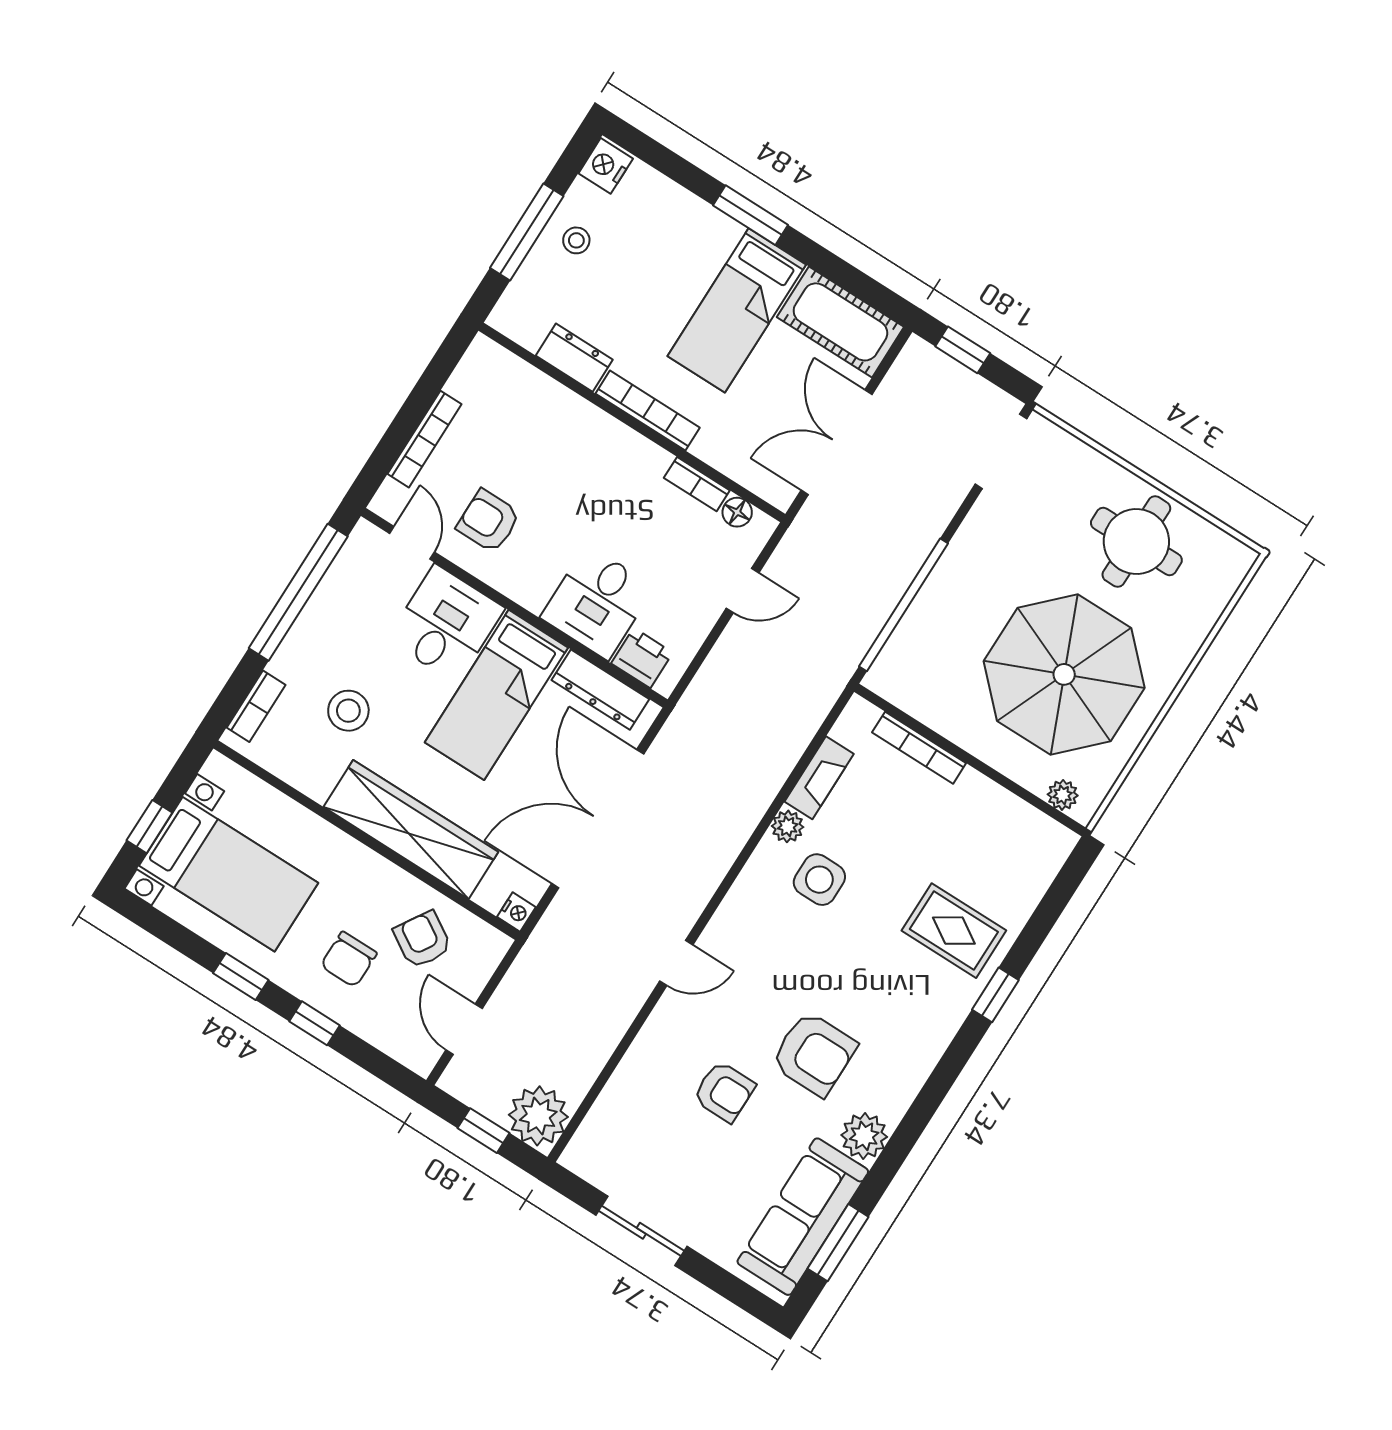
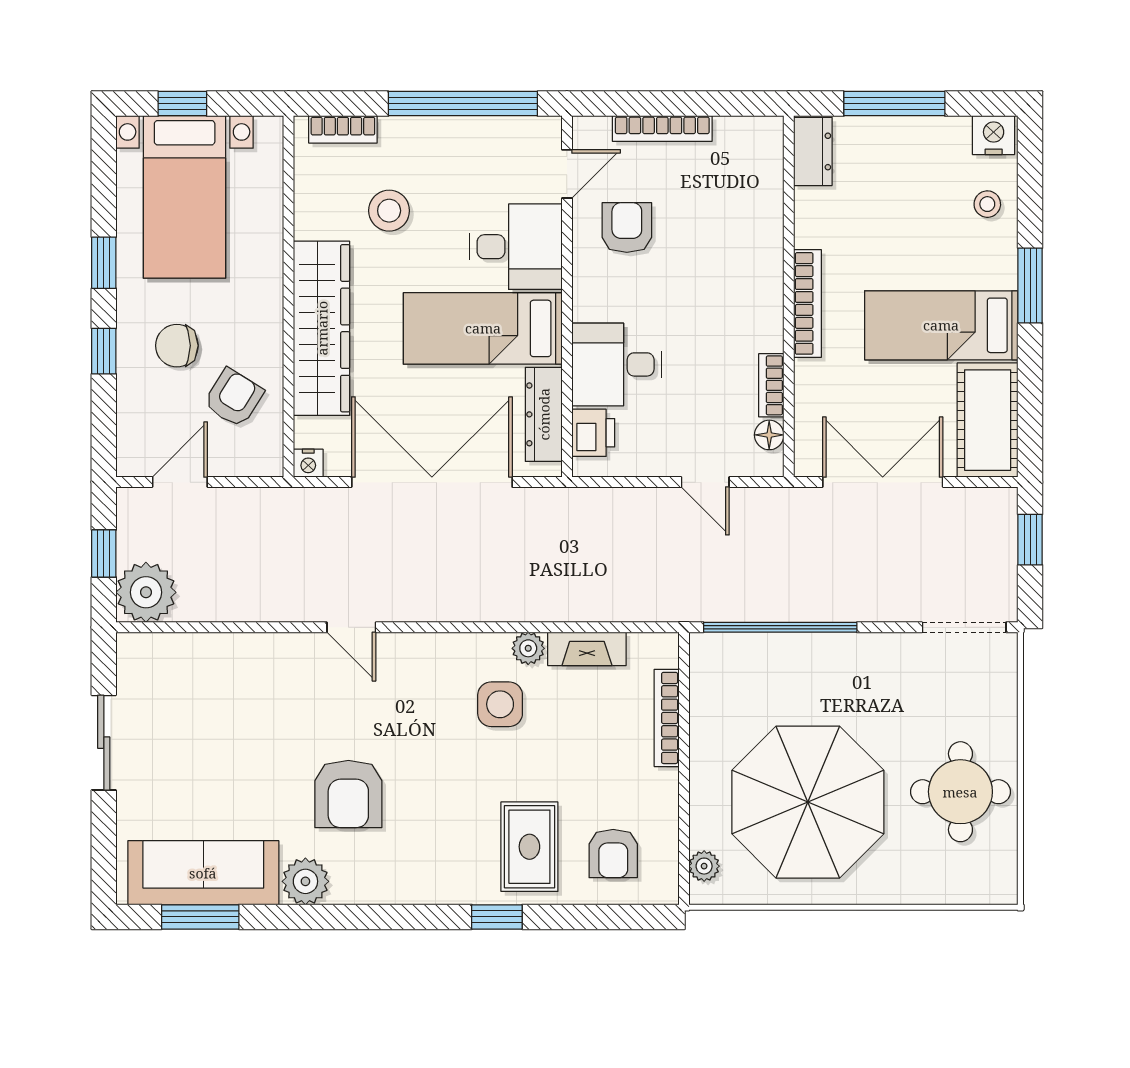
stool: (576, 240) -> (987, 204), moved
dresser: (574, 358) -> (813, 151), moved
armchair: (724, 1092) -> (613, 854), moved

